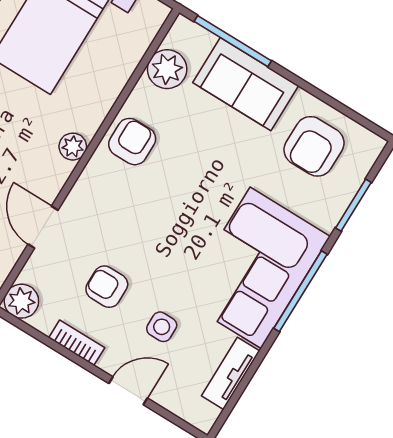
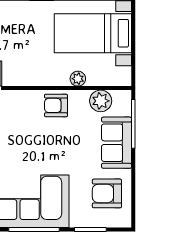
armchair: (132, 142) -> (56, 105), turned 180
plant: (73, 147) -> (78, 79), moved

